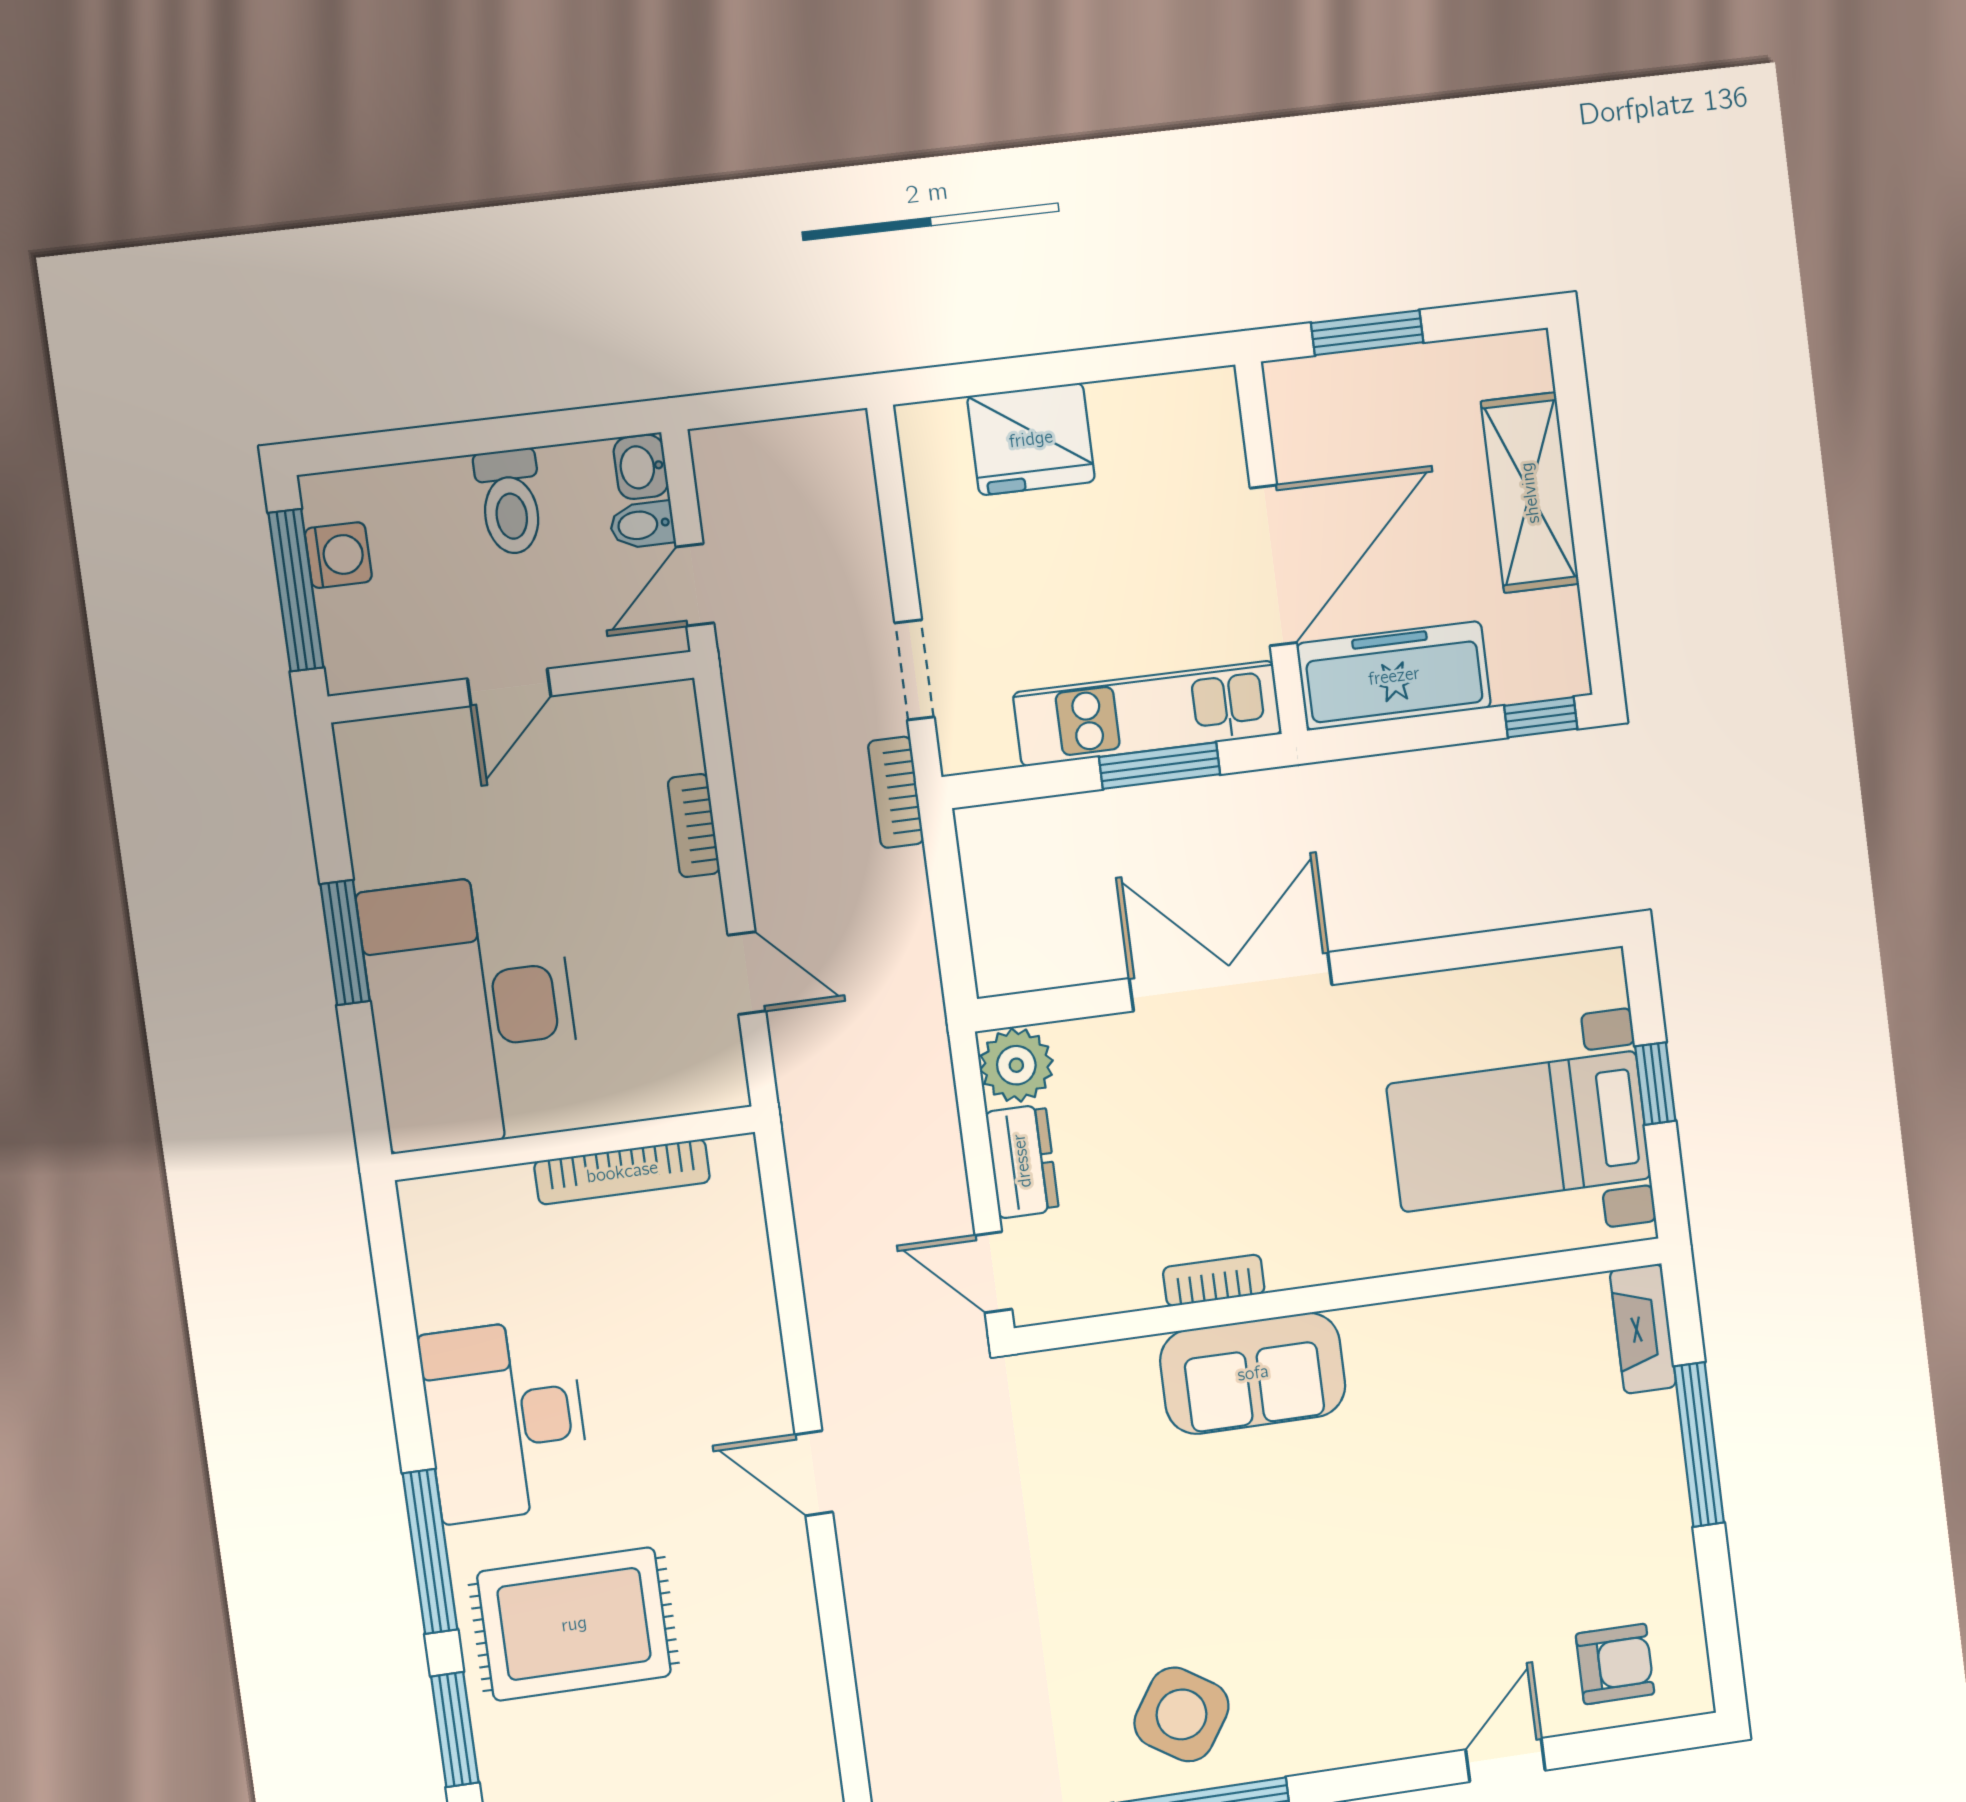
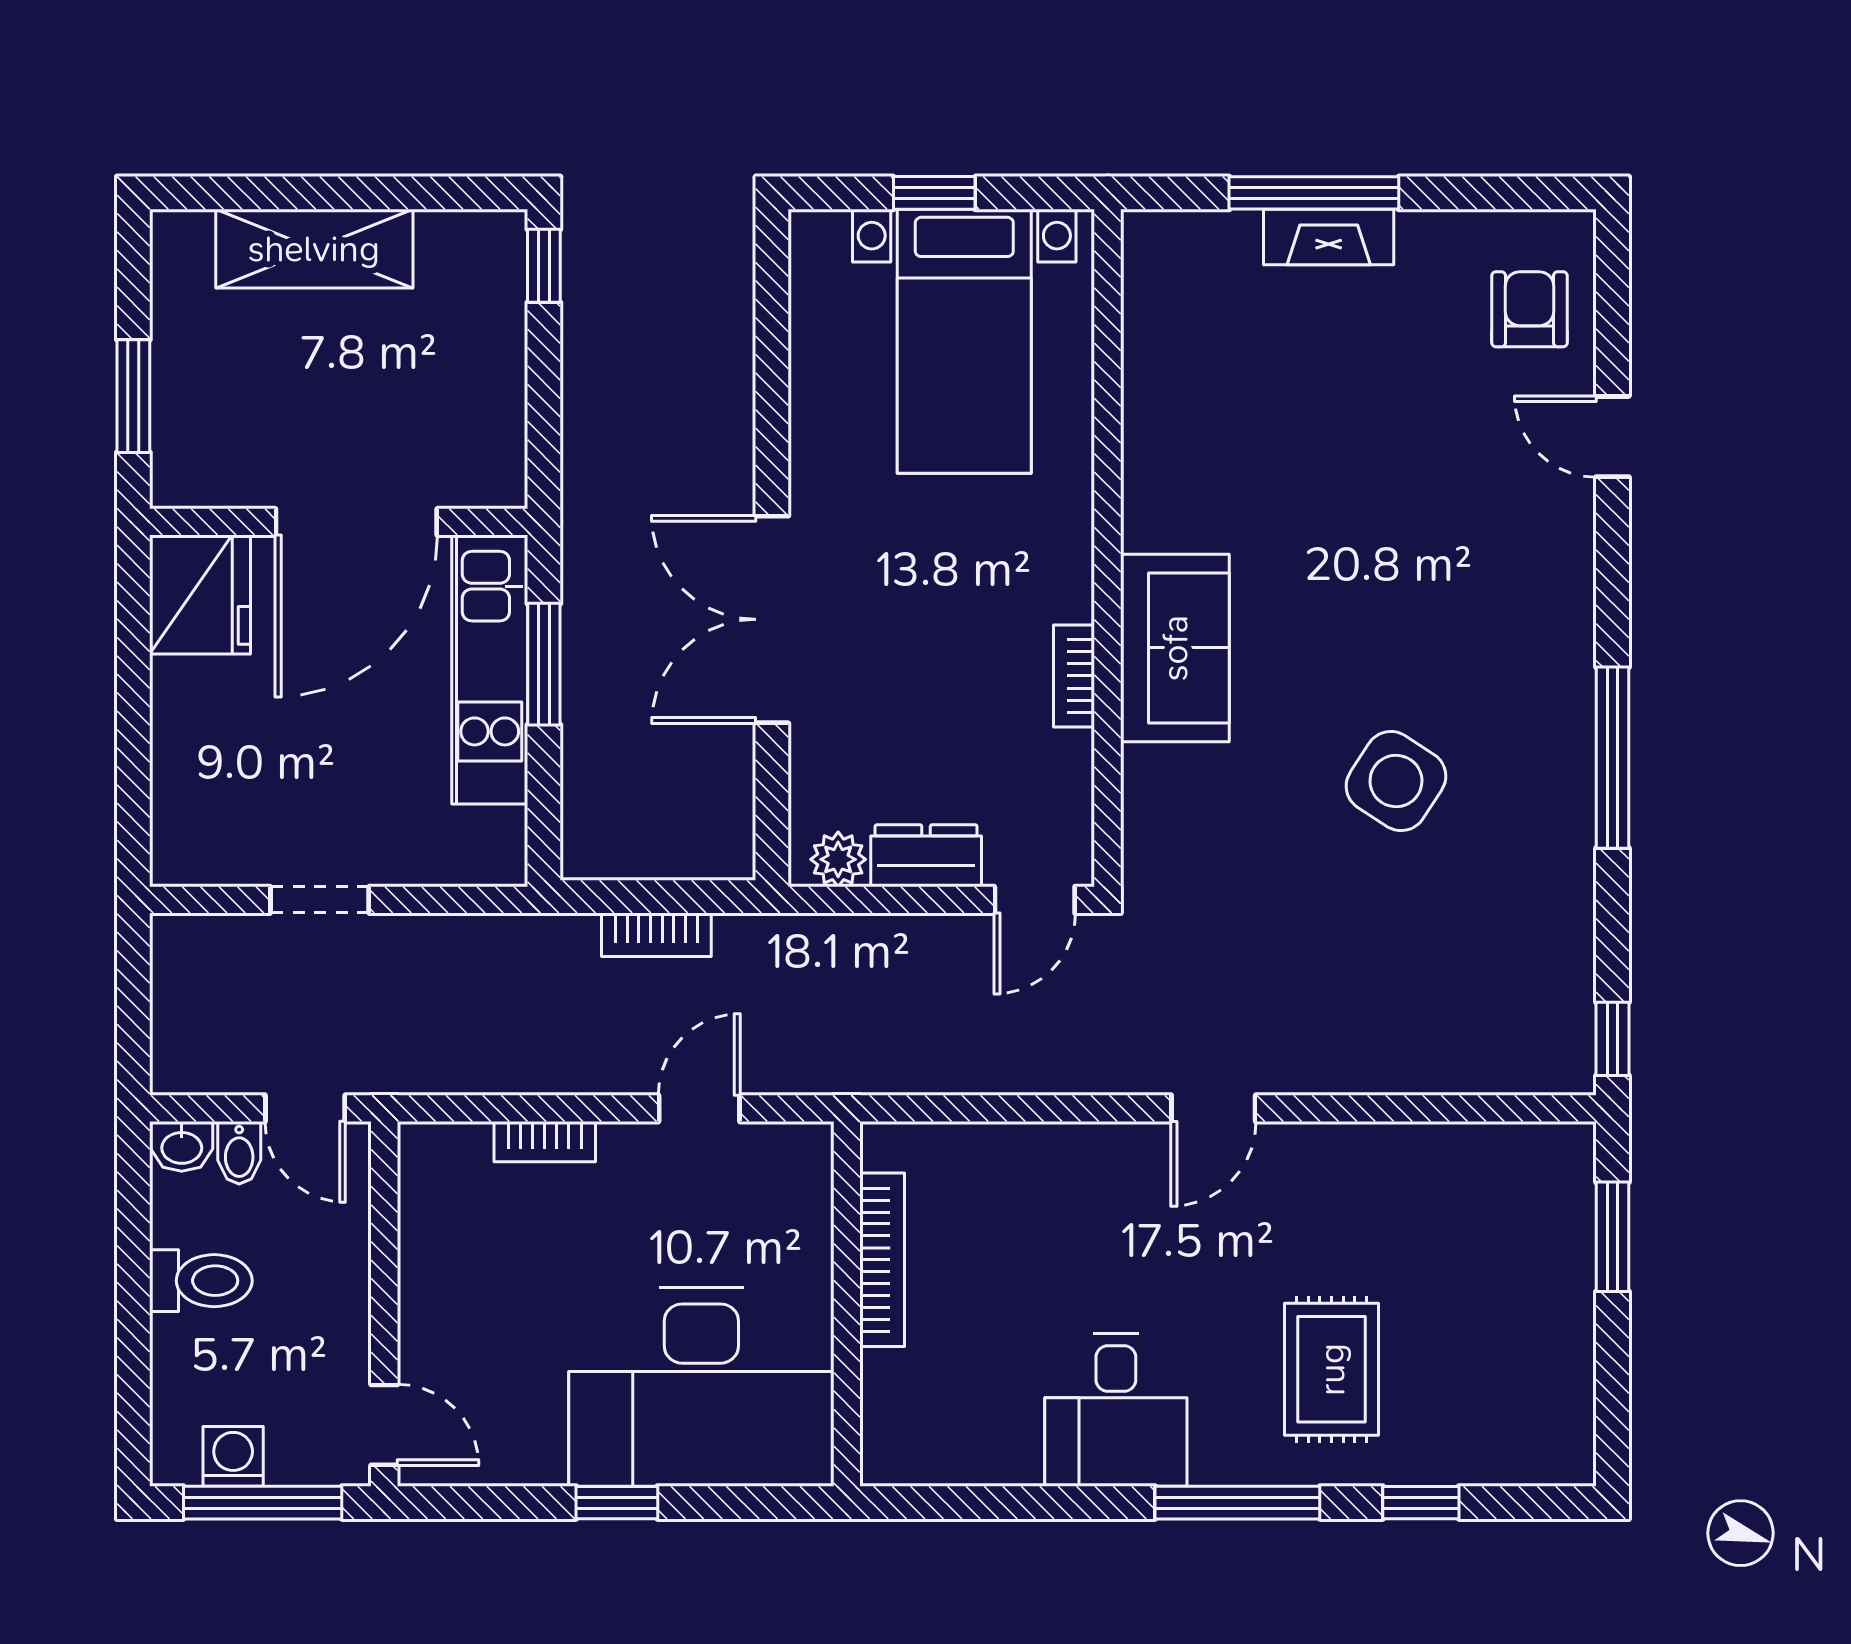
fridge: (1031, 439) -> (200, 595), moved
door: (1273, 565) -> (356, 522), swing flipped
doorway: (914, 670) -> (320, 900), moved
freezer: (1394, 676) -> (483, 412), removed
door: (509, 687) -> (384, 1425), moved
bookcase: (896, 792) -> (656, 935), moved
window: (345, 943) -> (617, 1503), width x0.67
plant: (1016, 1065) -> (838, 859), width x0.73, depth x0.73
fireplace: (1643, 1329) -> (1329, 237), moved
desk: (505, 1420) -> (1116, 1410), width x0.73
rug: (574, 1624) -> (1332, 1369), width x0.73, depth x0.70
side table: (1182, 1714) -> (1396, 781), moved
window: (455, 1730) -> (1421, 1503), width x0.67

